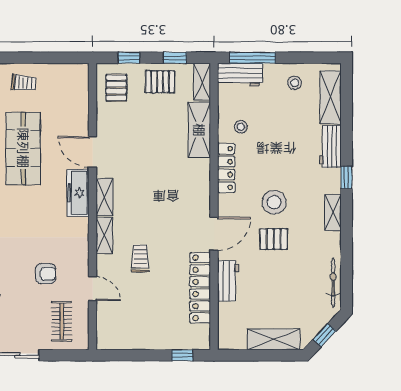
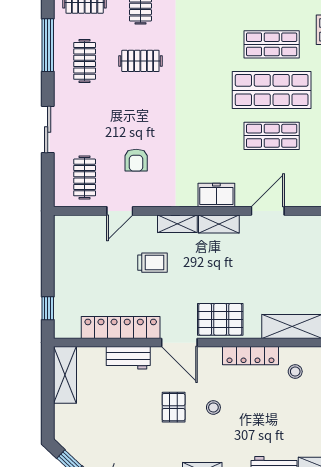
shop shelf: (23, 148) -> (272, 136), width x0.70, depth x0.74
freezer: (78, 193) -> (216, 195), width x0.71
pallet: (193, 196) -> (220, 319), added
stool: (274, 202) -> (213, 407), width x0.53, depth x0.53
clothes rail: (62, 321) -> (85, 177), turned 90
shelving: (274, 339) -> (65, 375), moved

